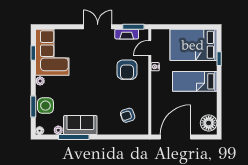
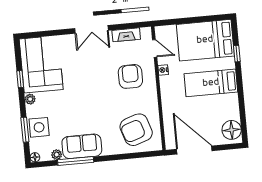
double door: (98, 27) -> (92, 29), swing flipped
window: (133, 27) -> (133, 26), removed
door: (150, 48) -> (155, 48), swing flipped
window: (33, 53) -> (20, 79), moved
armchair: (127, 70) -> (130, 76), turned 180
armchair: (128, 115) -> (136, 130), width x1.88, depth x1.88
door: (175, 137) -> (194, 150), hinge flipped

